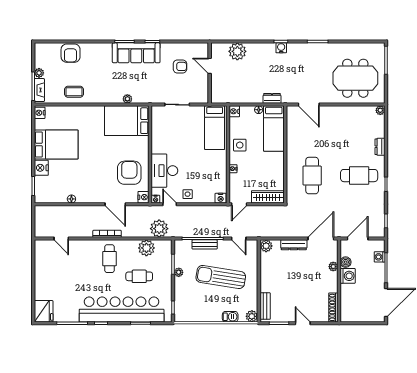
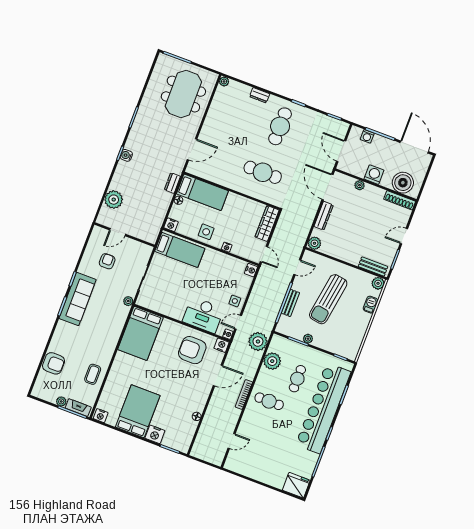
plant: (127, 99) -> (128, 301), moved
boiler: (346, 262) -> (403, 183), moved, width x1.86, depth x1.86

